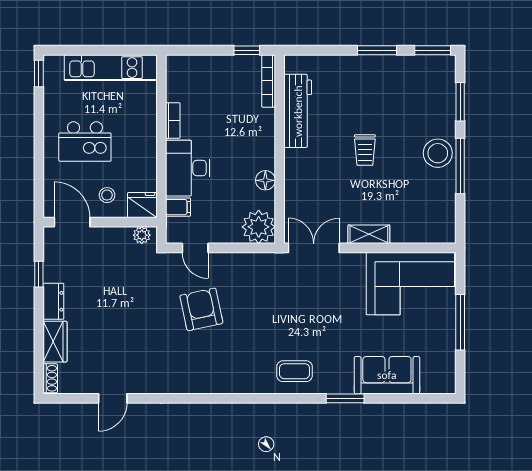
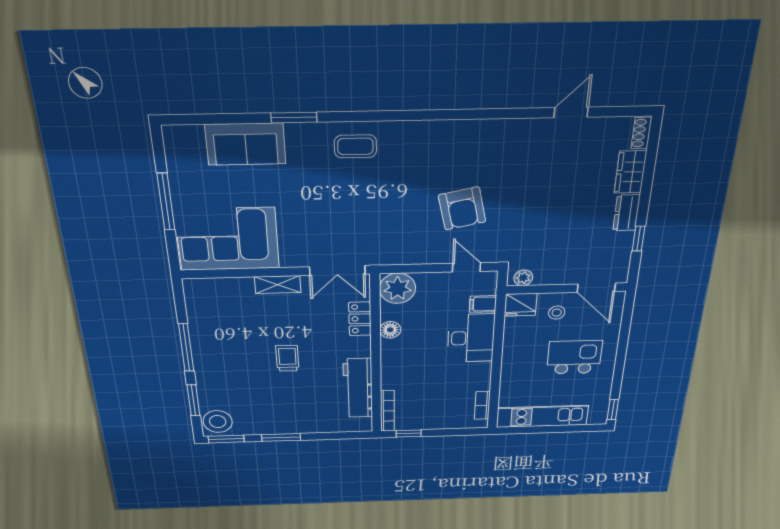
bookcase: (173, 120) -> (482, 405), moved
stool: (438, 153) -> (218, 422), moved
locker: (294, 194) -> (360, 319), added

